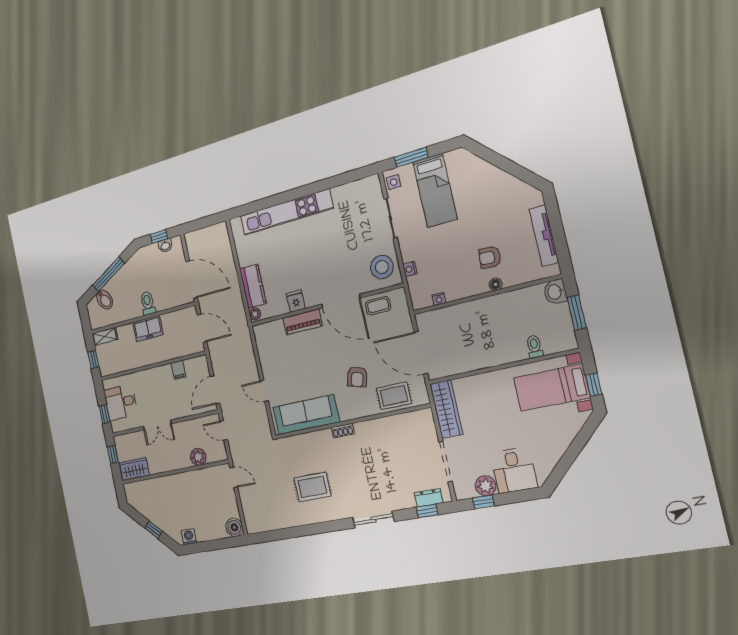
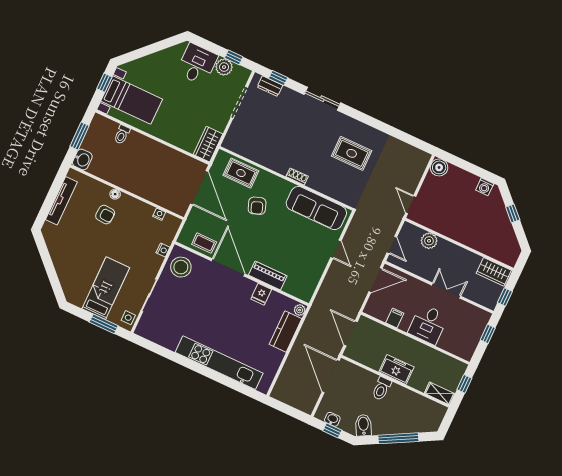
bidet: (105, 300) -> (363, 425), moved
armchair: (357, 377) -> (257, 206), turned 144
desk: (121, 402) -> (428, 324), moved, turned 90
wardrobe: (446, 409) -> (208, 144), width x0.67

